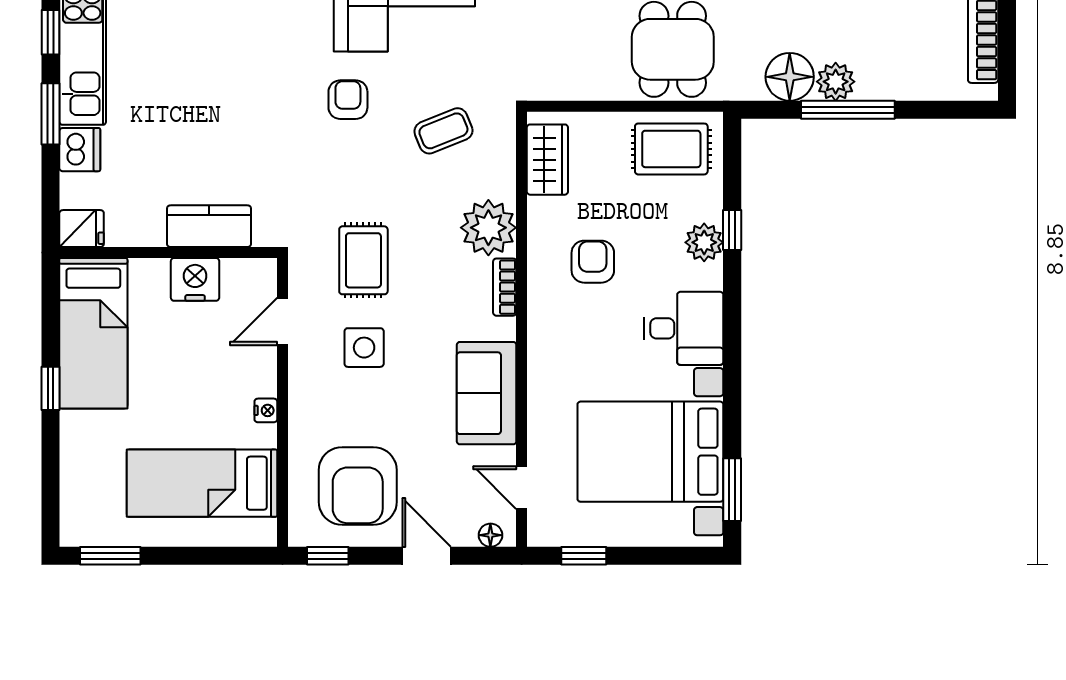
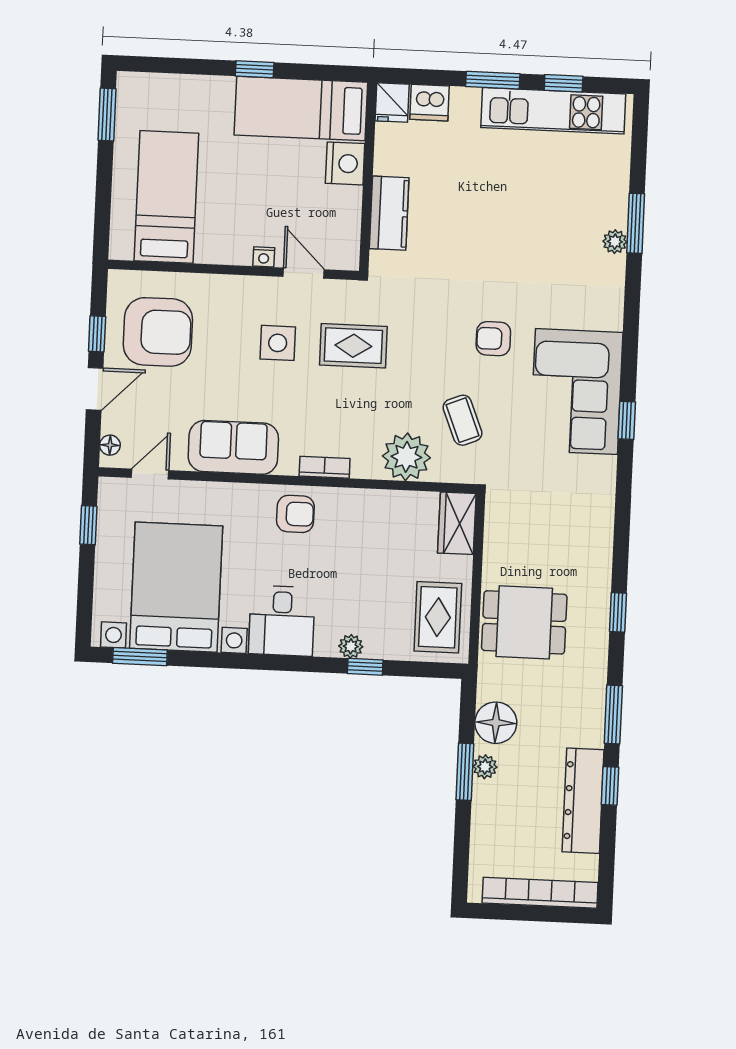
plant: (836, 82) -> (485, 767), width x0.73, depth x0.73
armchair: (348, 100) -> (493, 339), turned 180
window: (848, 110) -> (465, 772), width x0.69
dishwasher: (80, 150) -> (430, 103), moved
wardrobe: (547, 160) -> (457, 523), moved, turned 90
plant: (488, 228) -> (406, 457), moved
plant: (704, 242) -> (351, 646), width x0.73, depth x0.73
armchair: (593, 262) -> (295, 514), moved
nightstand: (195, 279) -> (345, 163), moved
nightstand: (266, 410) -> (264, 257), moved
armchair: (358, 486) -> (158, 332), turned 180
window: (328, 556) -> (97, 334), moved

